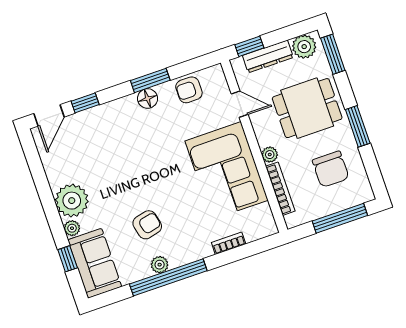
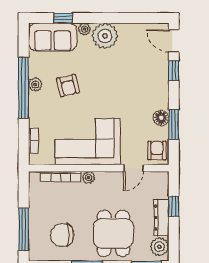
door: (240, 104) -> (133, 168), moved
wall: (254, 146) -> (99, 168), moved
plant: (270, 155) -> (89, 177), moved
corner sofa: (227, 171) -> (88, 142), moved
bookcase: (280, 189) -> (61, 177), moved

